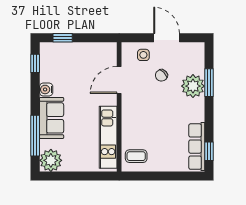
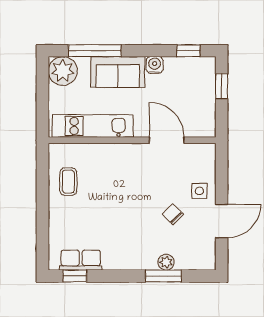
door: (119, 80) -> (167, 140), moved
plant: (193, 86) -> (166, 262), width x0.53, depth x0.53
wall: (119, 107) -> (132, 140), moved
kitchen unit: (108, 137) -> (93, 126), moved
row of seats: (197, 147) -> (81, 260), width x0.68

